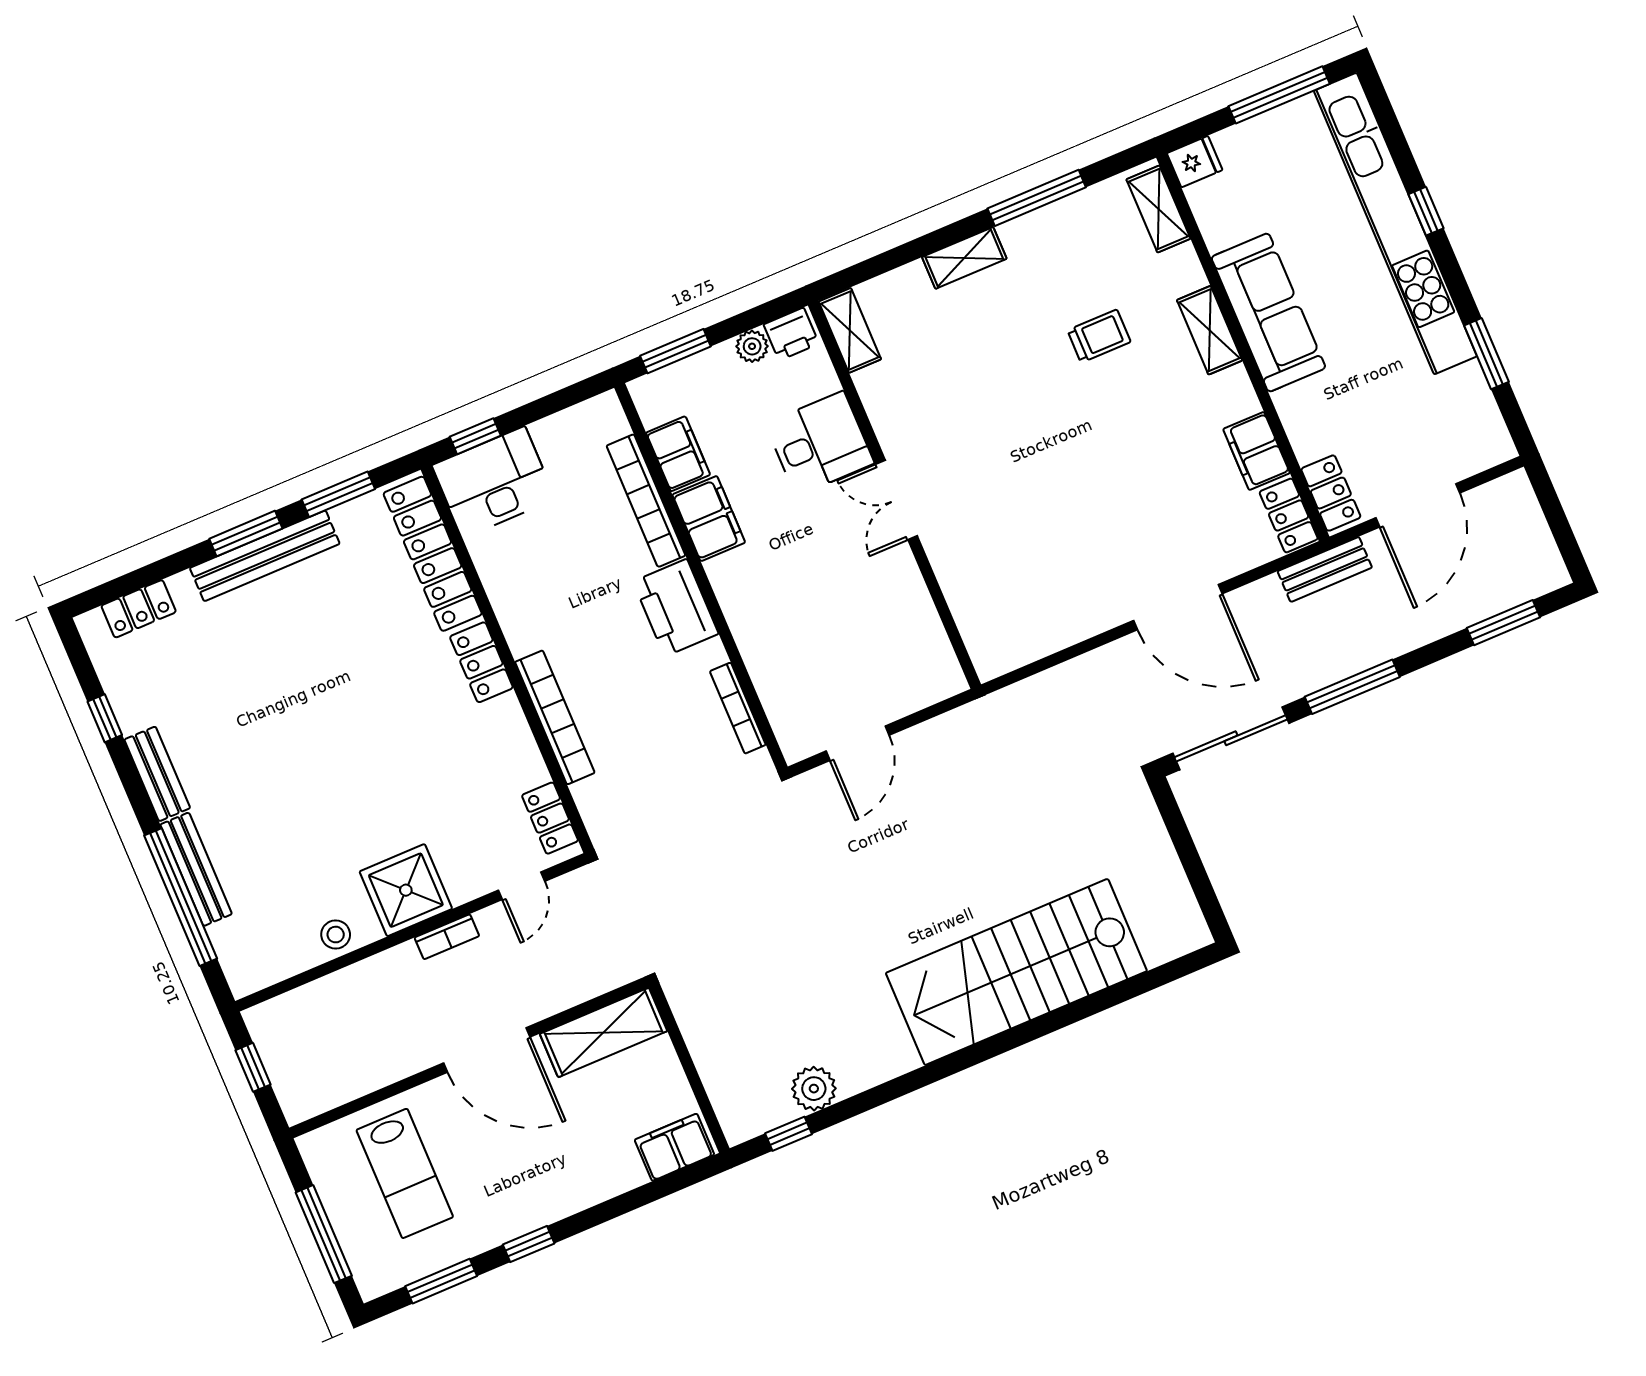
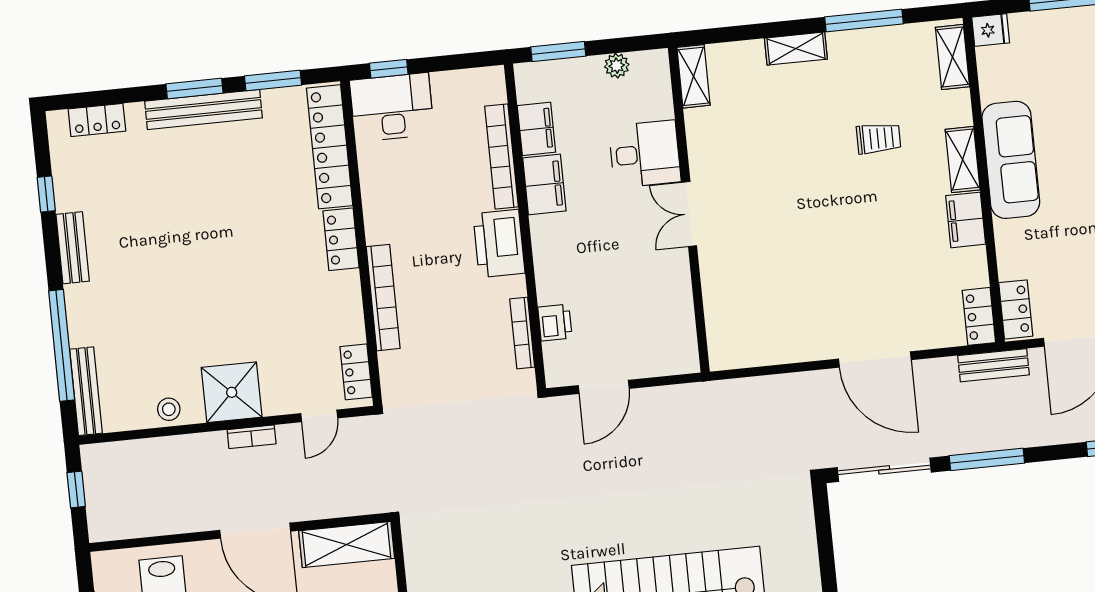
printer: (791, 334) -> (555, 323), moved, turned -90
filing cabinet: (1257, 451) -> (966, 220), moved
bench: (196, 869) -> (86, 391), moved

